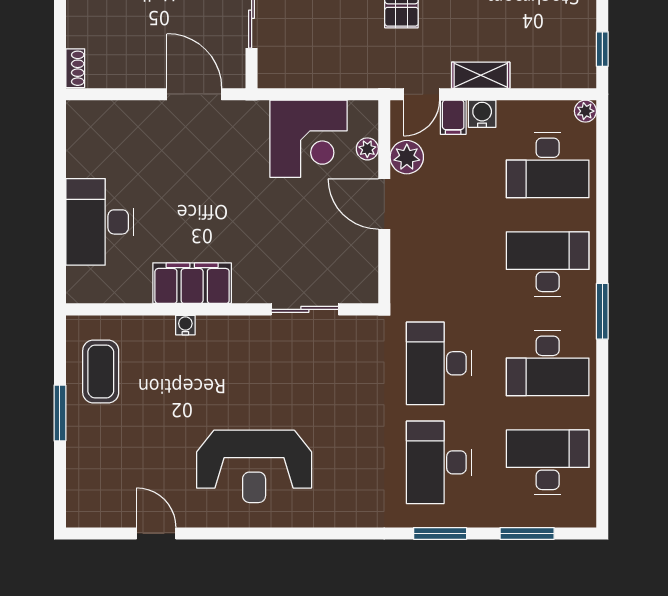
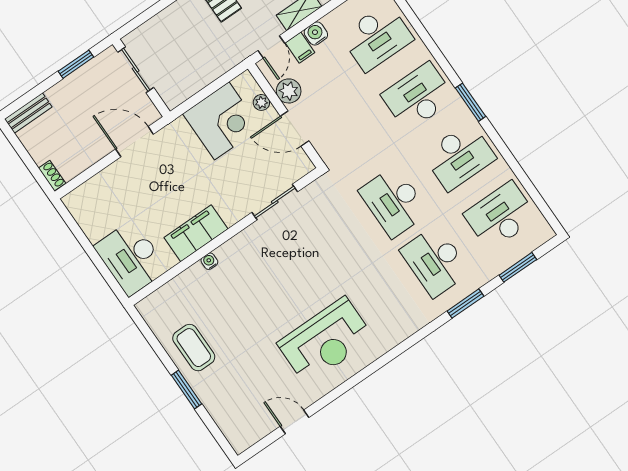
filing cabinet: (192, 283) -> (196, 233), moved
wall: (222, 309) -> (225, 237), moved
sliding door: (305, 309) -> (275, 202), moved
water cooler: (185, 325) -> (209, 261), moved

